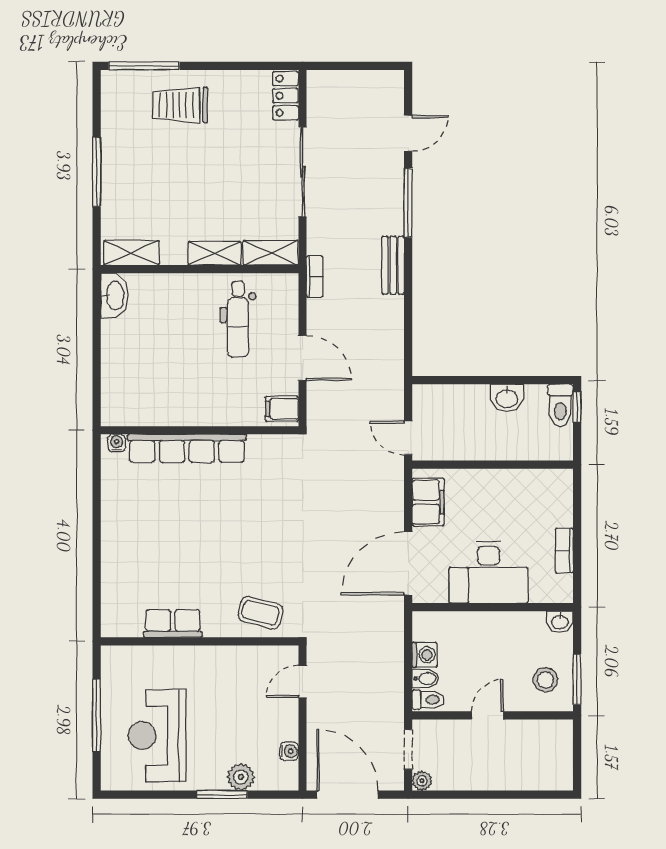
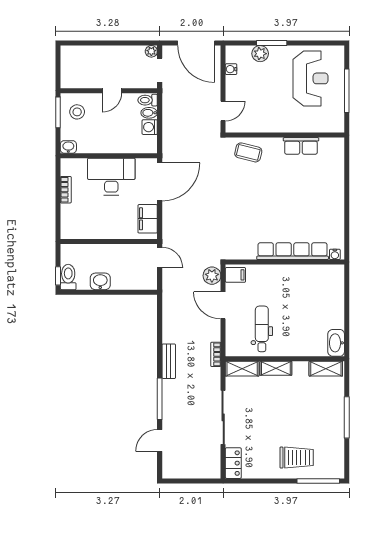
plant: (321, 408) -> (212, 276), added

